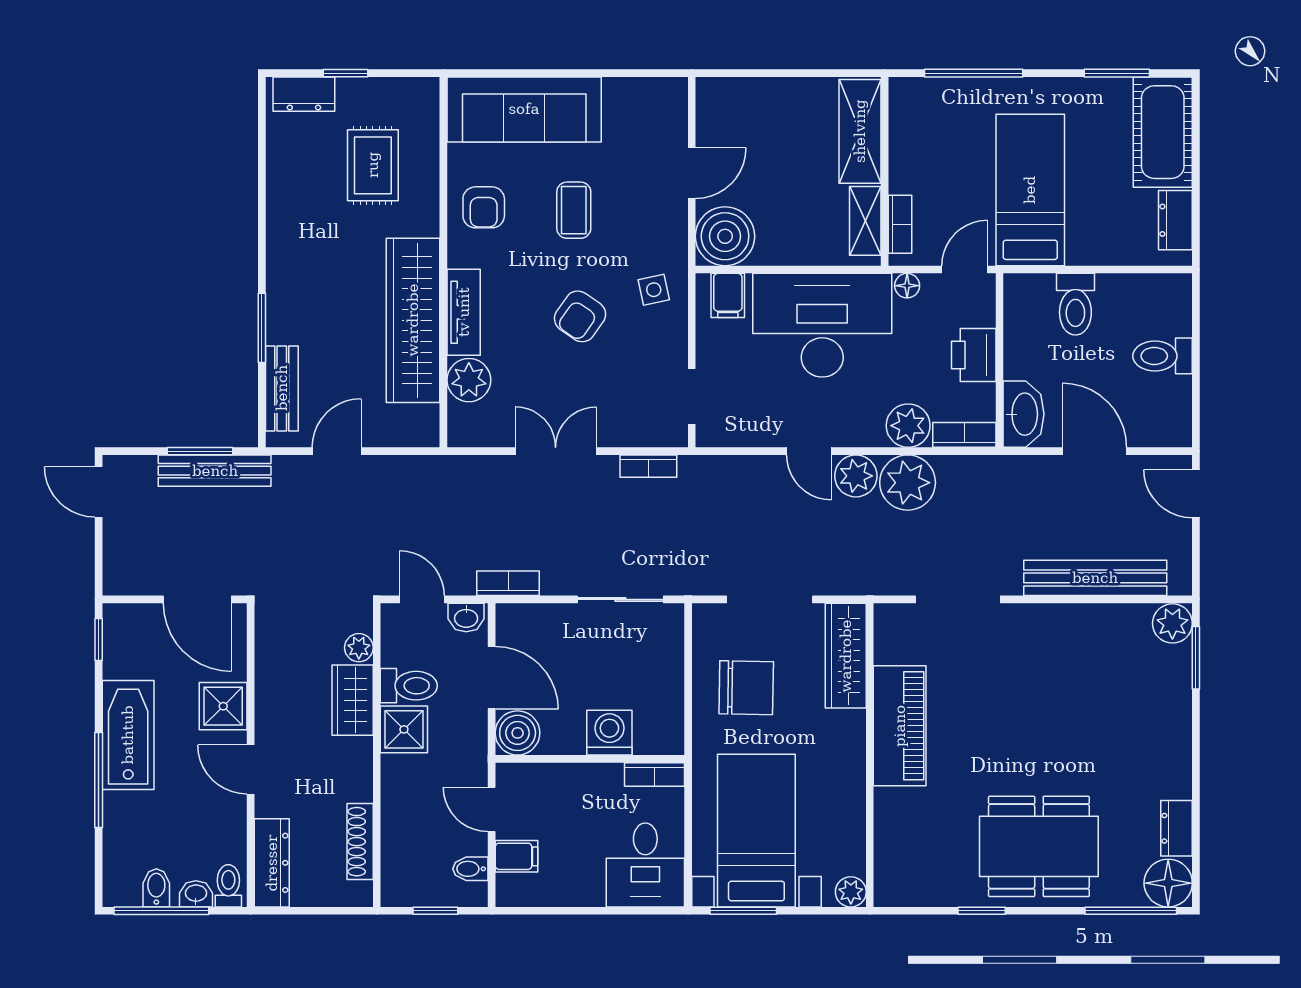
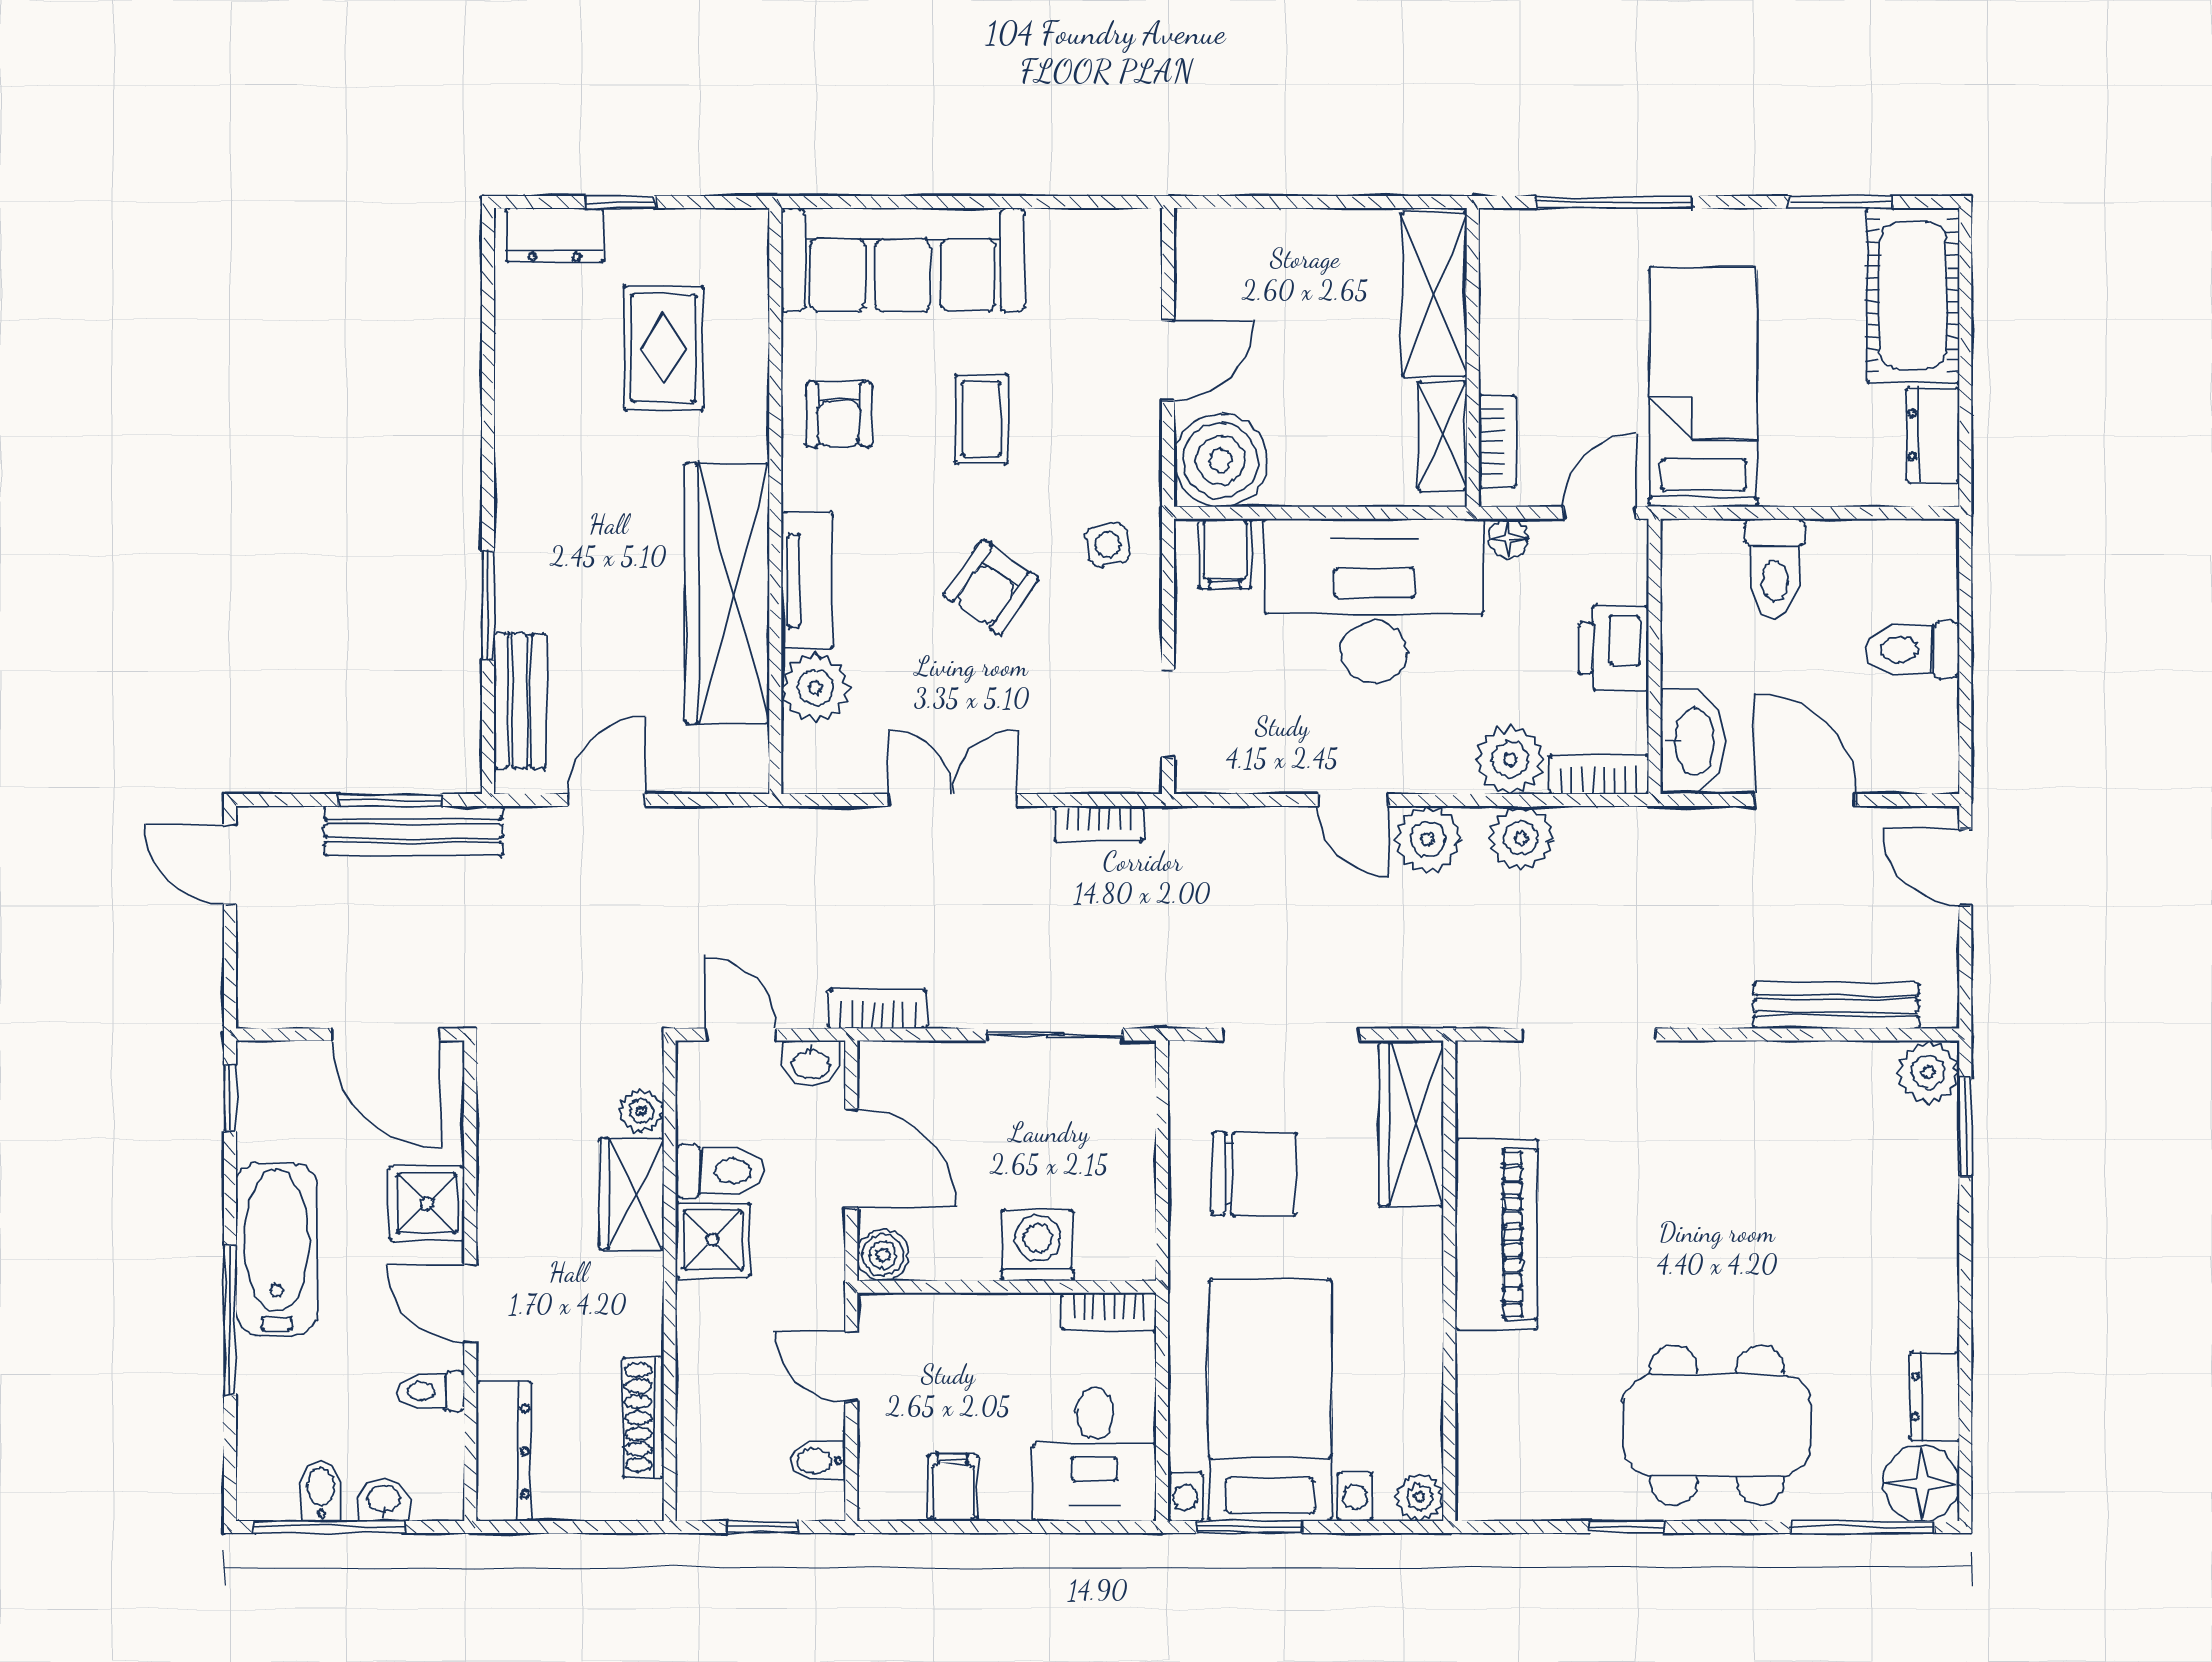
plant: (908, 483) -> (1521, 838), width x0.73, depth x0.73
bench: (1095, 578) -> (1836, 1006), width x0.73, depth x0.82
boiler: (518, 733) -> (883, 1255), width x0.73, depth x0.73
filing cabinet: (516, 856) -> (953, 1488), moved, turned -90
toilet: (228, 886) -> (431, 1391), moved, turned -90

